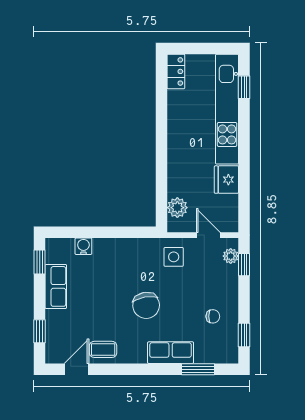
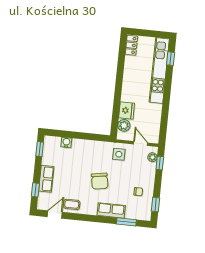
fridge: (226, 180) -> (127, 110), moved, turned 180
row of seats: (56, 286) -> (46, 179), moved

